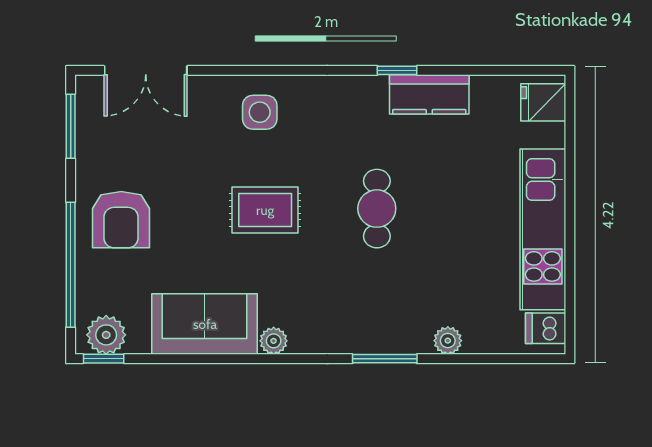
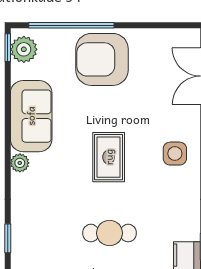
window: (71, 126) -> (165, 25), removed
armchair: (121, 220) -> (102, 59), width x1.36, depth x1.36
window: (385, 359) -> (8, 238), width x0.67

